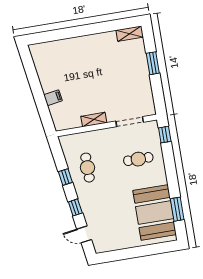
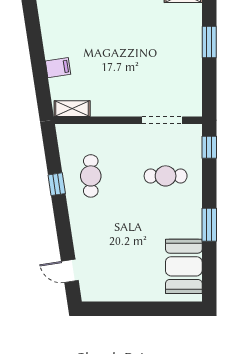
shelving: (94, 120) -> (72, 109), moved
window: (75, 207) -> (64, 230), removed
window: (177, 209) -> (209, 225), moved
booth: (155, 213) -> (184, 266), width x0.73, depth x0.70

